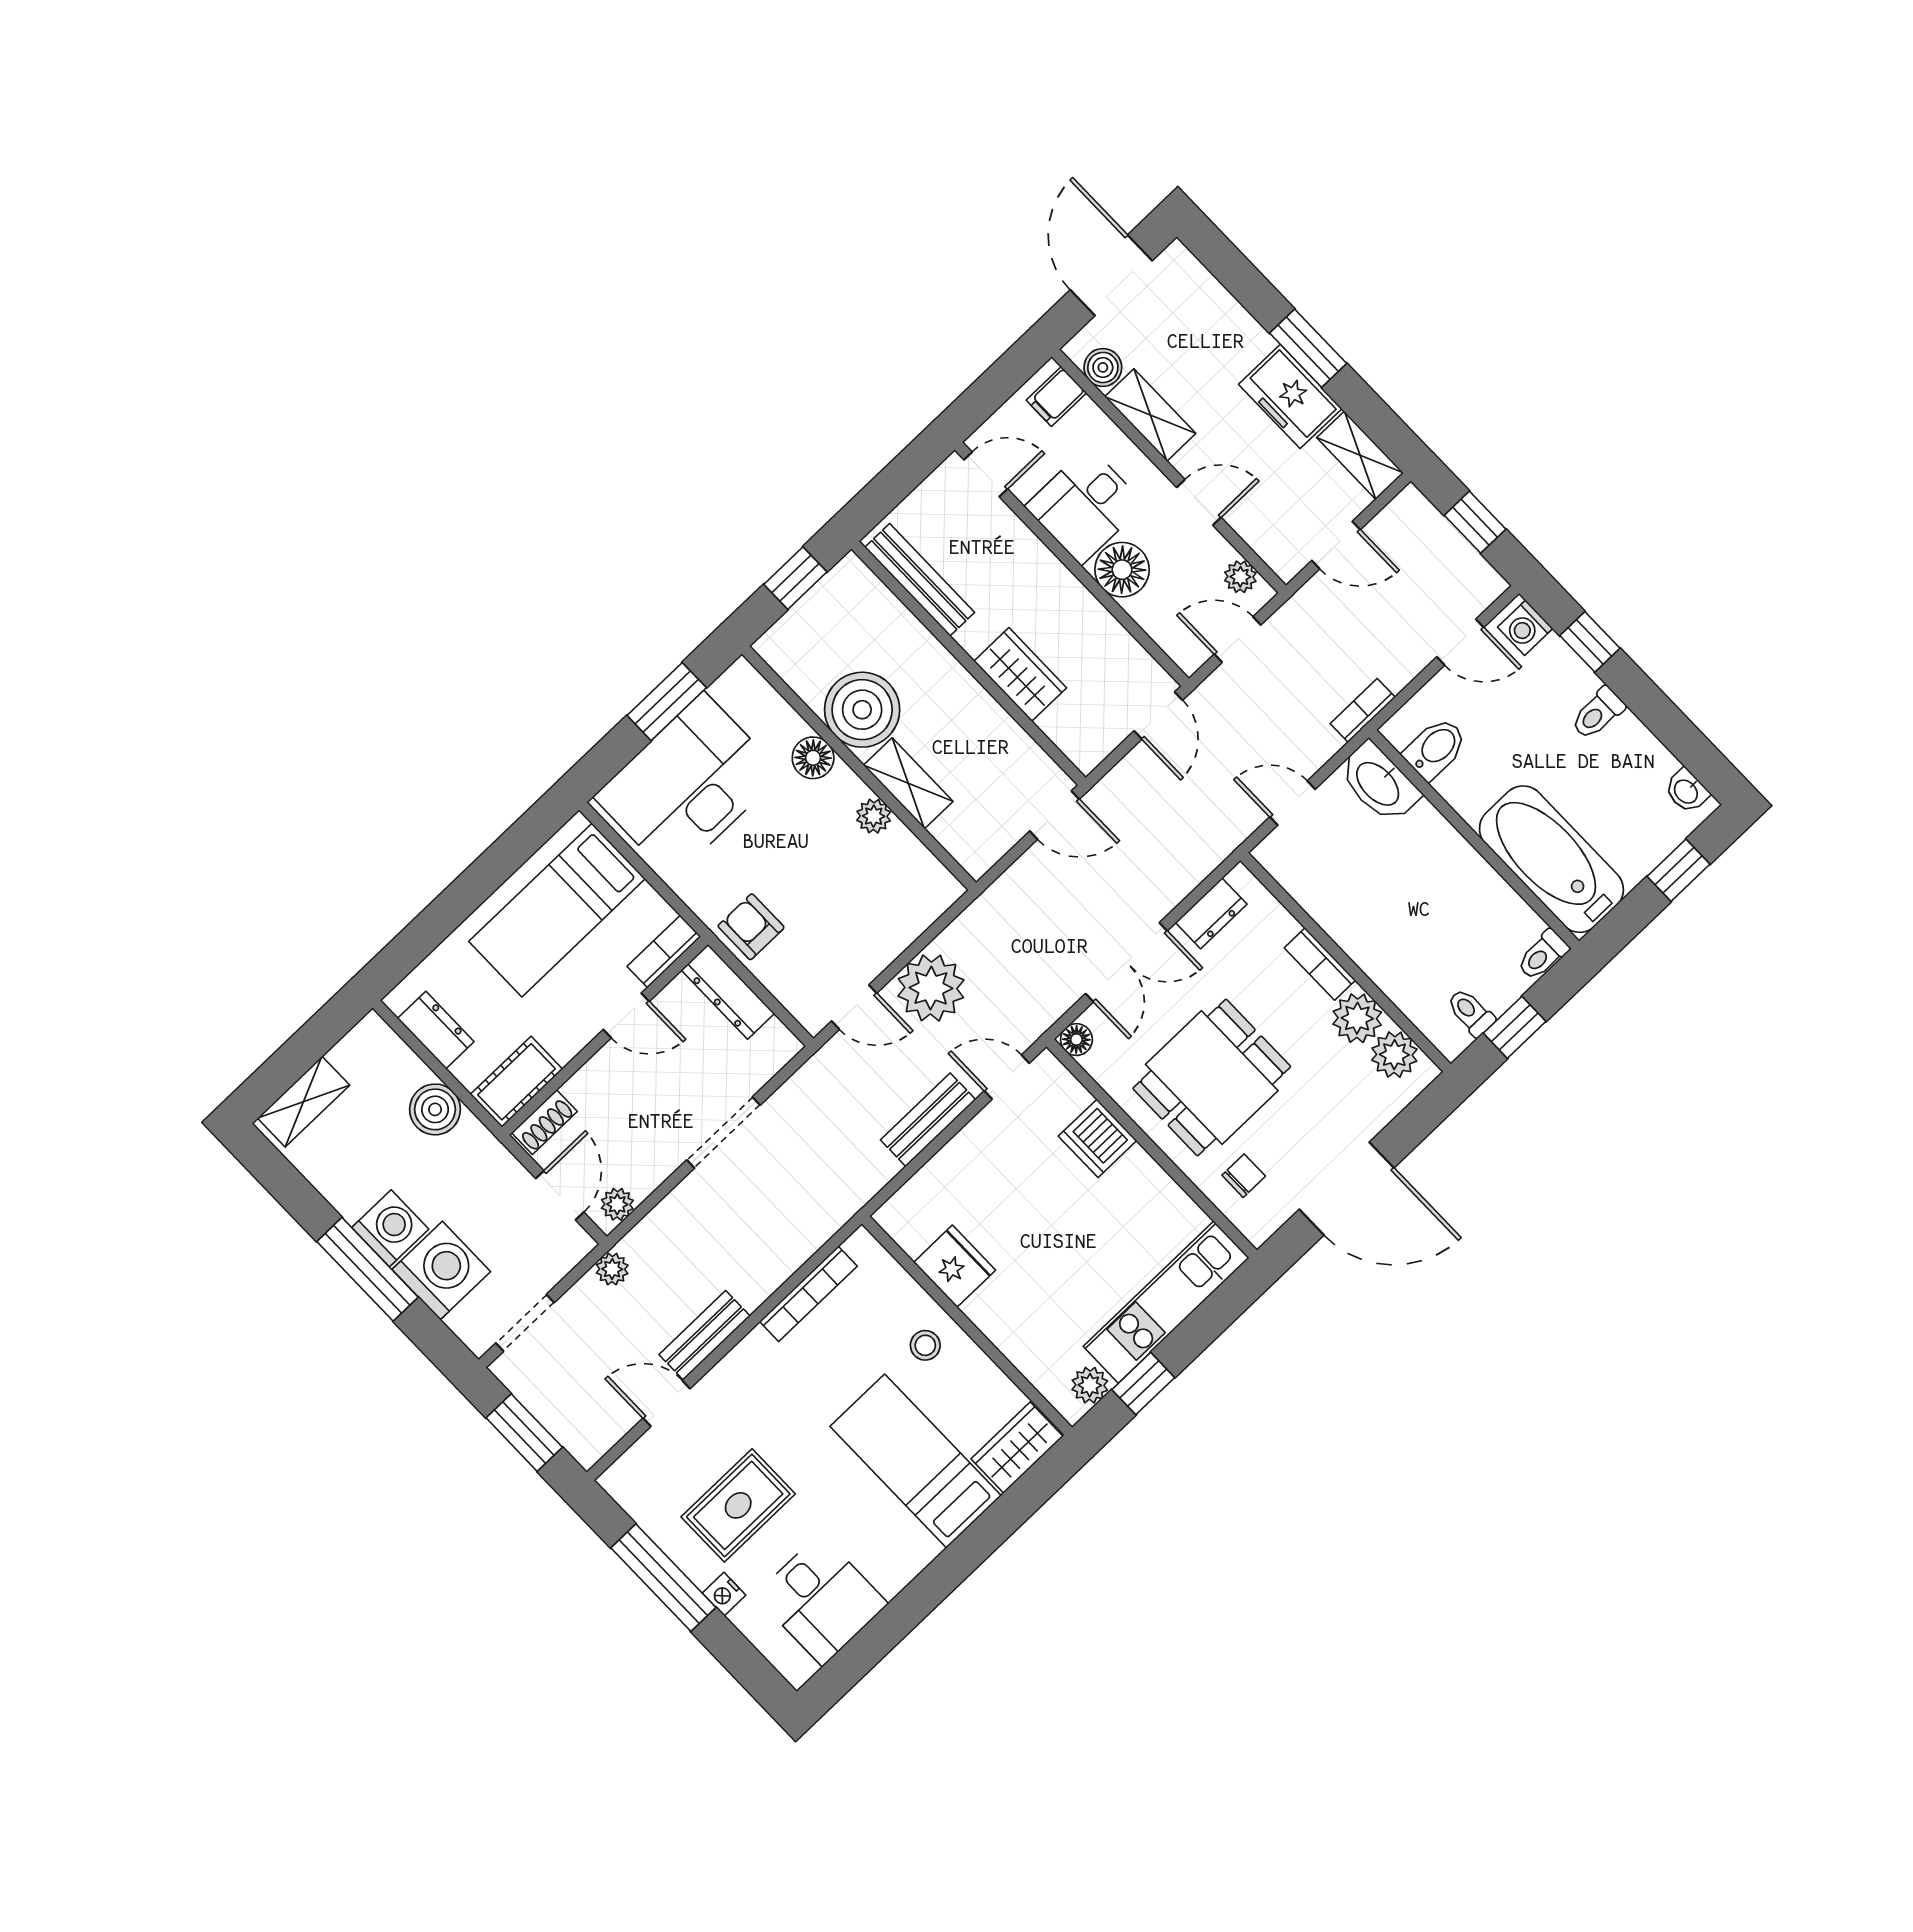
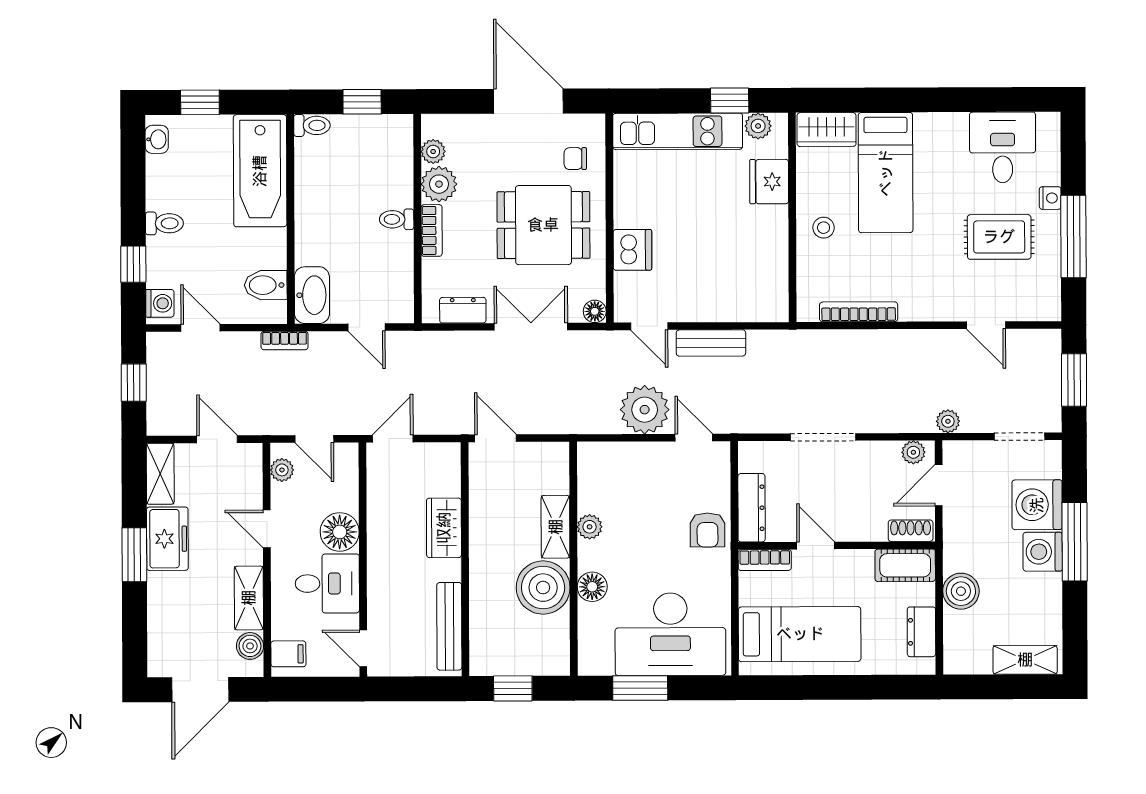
toilet: (1471, 1012) -> (397, 219), moved, turned 90
plant: (1394, 1055) -> (433, 151), width x0.73, depth x0.73
fridge: (955, 1266) -> (769, 182), moved
bench: (704, 1335) -> (933, 342), removed

